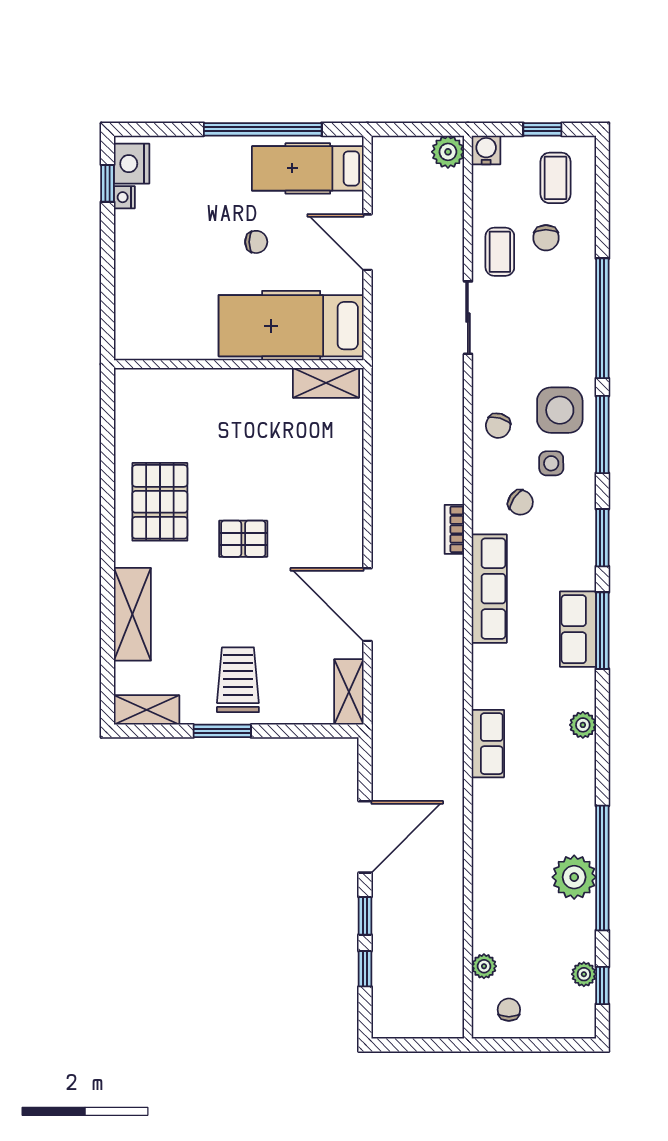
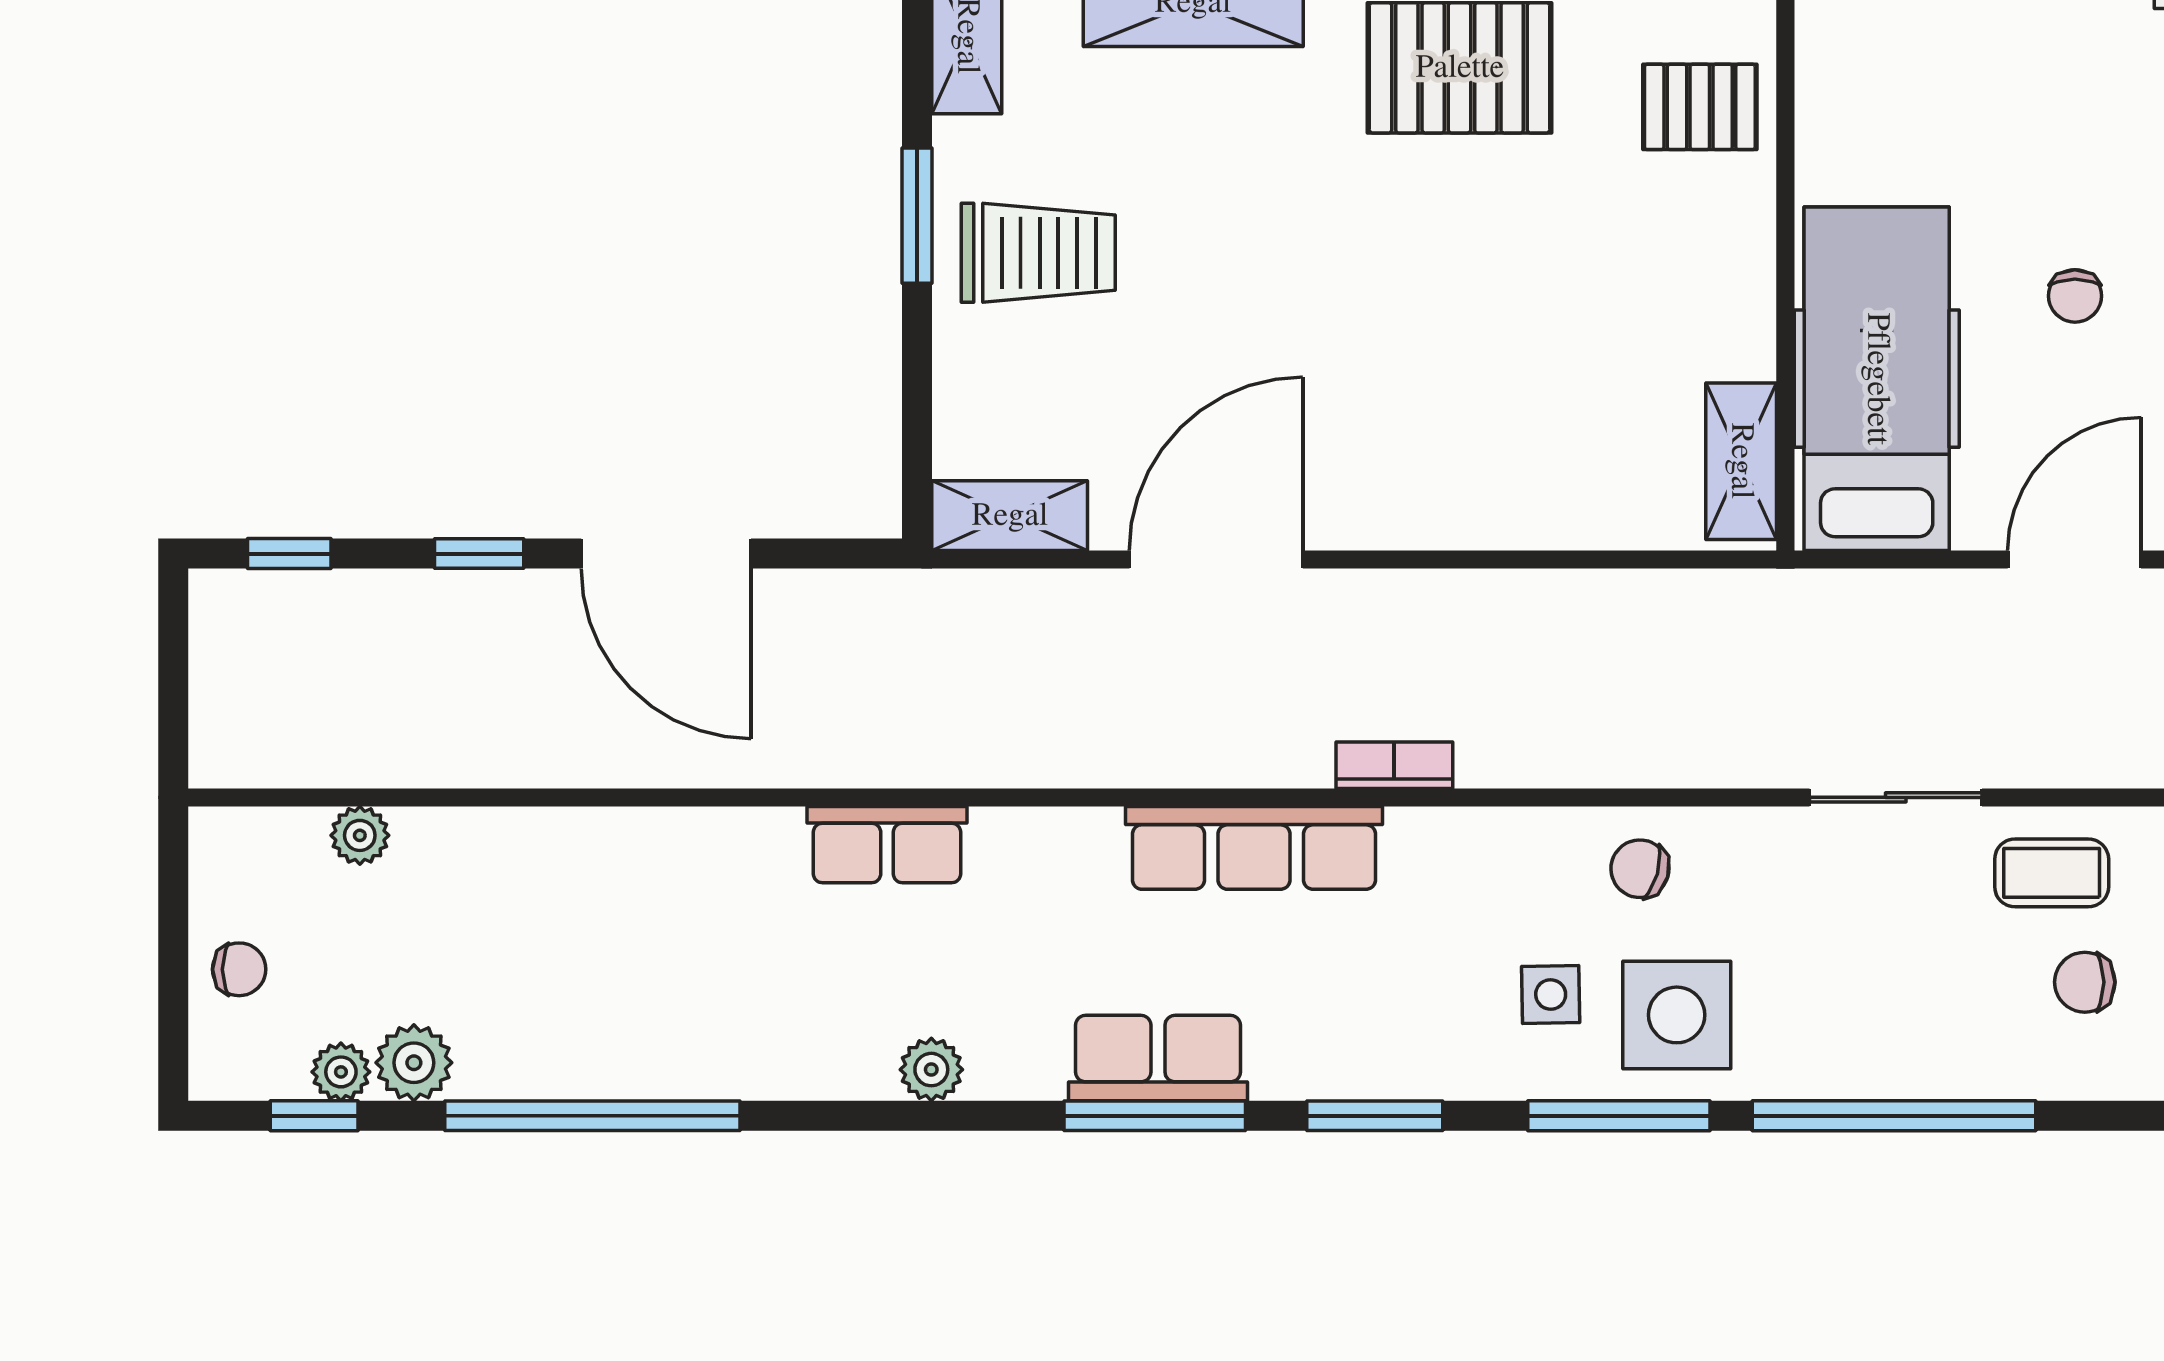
chair: (520, 502) -> (1458, 922), removed
pallet: (243, 539) -> (1700, 107), moved, turned 90
plant: (574, 877) -> (414, 1063), moved, width x0.73, depth x0.73
window: (365, 969) -> (289, 554), moved
chair: (509, 1010) -> (239, 969), moved

